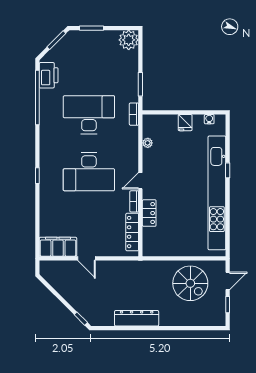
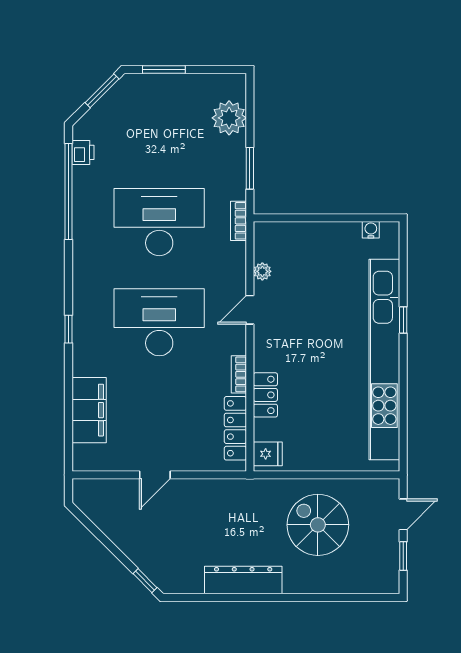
plant: (129, 40) -> (229, 118), moved
printer: (49, 75) -> (83, 152), width x0.53, depth x0.68
fridge: (185, 123) -> (268, 454), moved, turned -90
desk: (89, 172) -> (159, 322), turned 180
door: (140, 181) -> (250, 310), moved
filing cabinet: (58, 247) -> (89, 410), moved, turned 90
door: (86, 258) -> (155, 475), hinge flipped
spiral stairs: (190, 283) -> (318, 525), moved, turned 180

